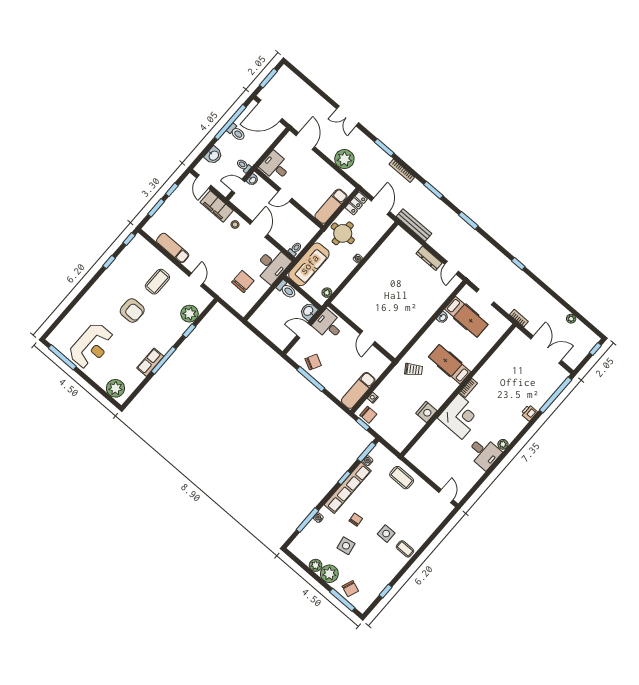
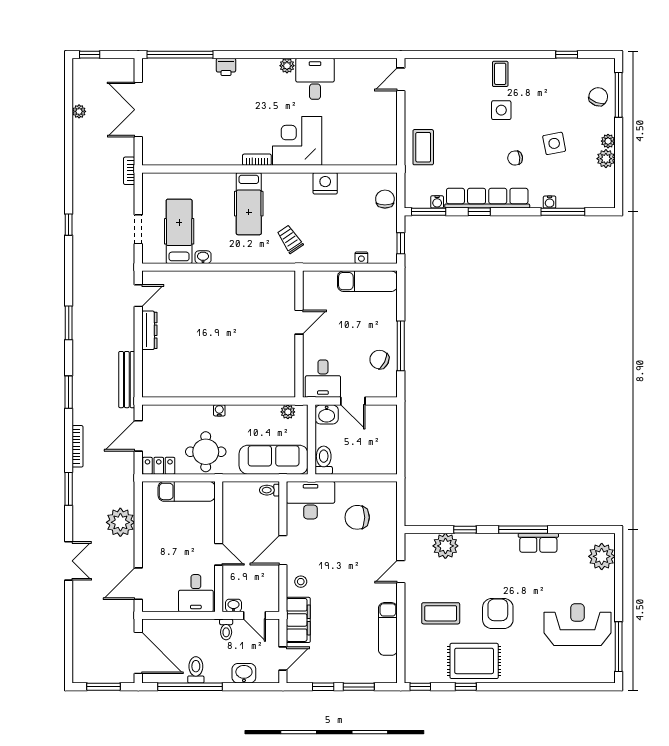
rug: (119, 278) -> (474, 661), added
chair: (368, 415) -> (385, 199), moved
plant: (329, 574) -> (608, 141), width x0.53, depth x0.53

